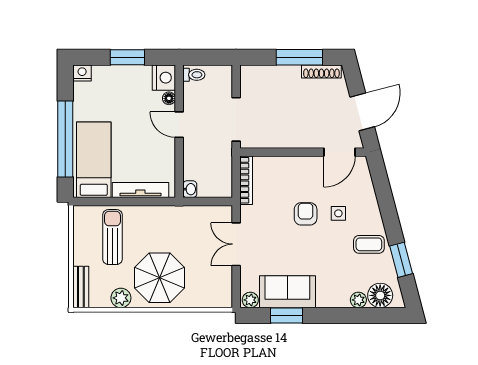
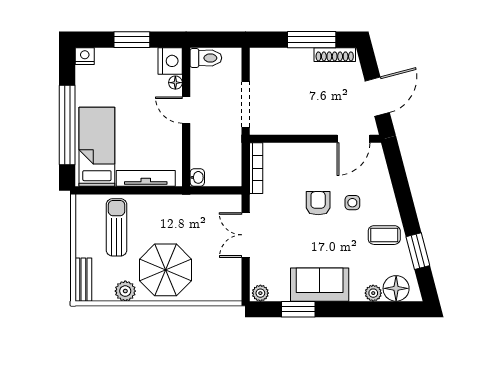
toilet: (194, 75) -> (206, 58), width x1.37, depth x1.39
sofa: (287, 292) -> (320, 285), moved

